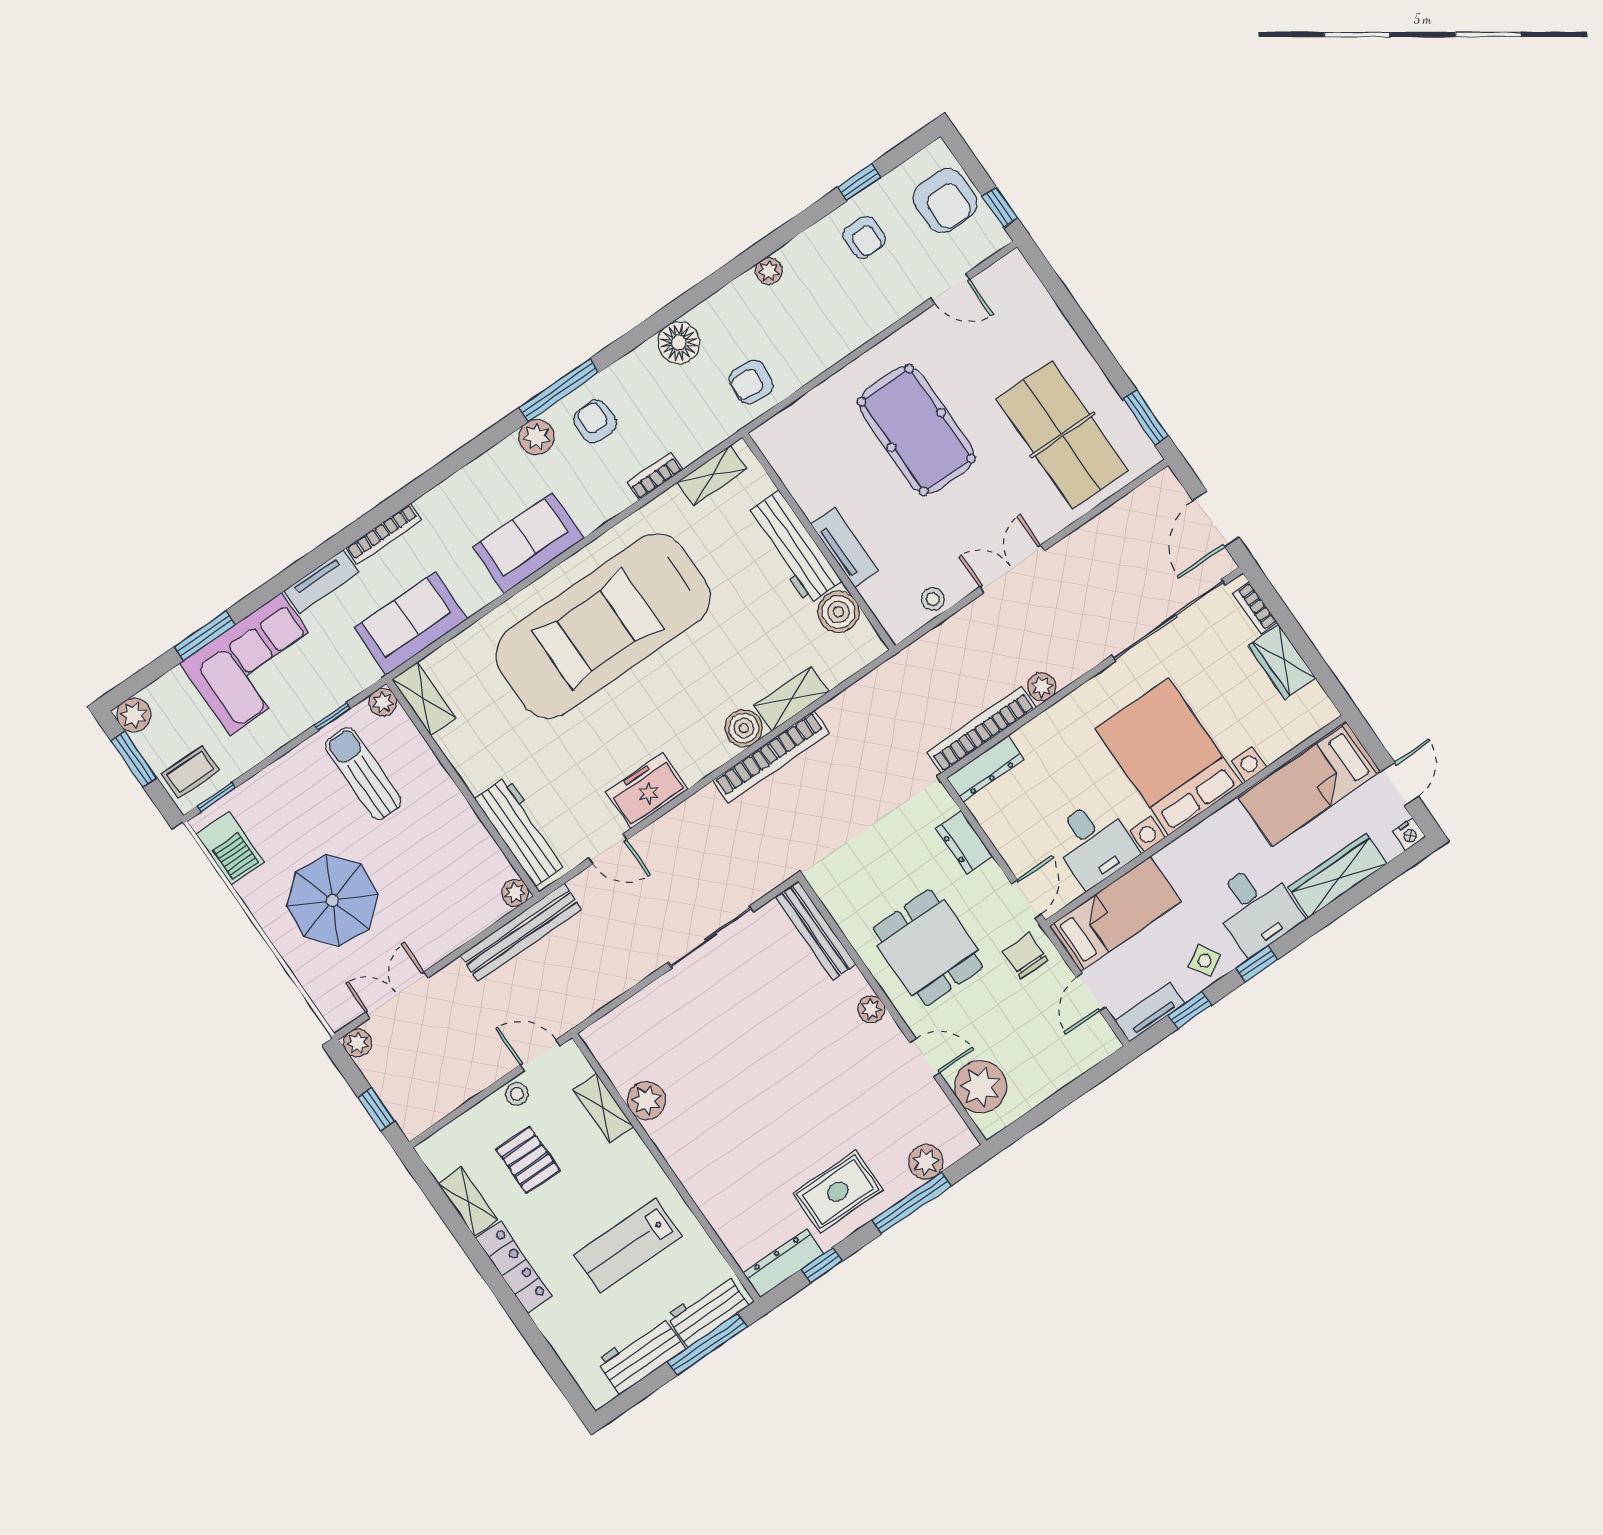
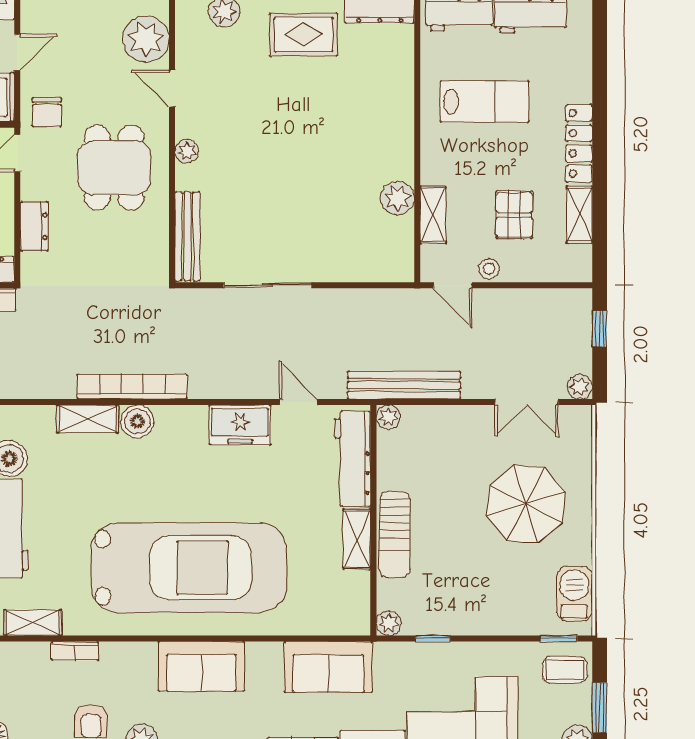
shelving: (424, 699) -> (357, 539), moved
sun lounger: (363, 773) -> (395, 535), moved

